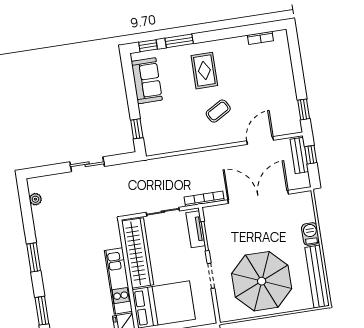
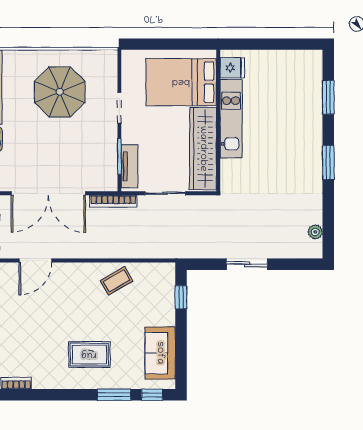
rug: (204, 71) -> (89, 355), turned 90
coffee table: (218, 111) -> (117, 281), moved
parasol: (262, 281) -> (60, 92), width x0.73, depth x0.73

